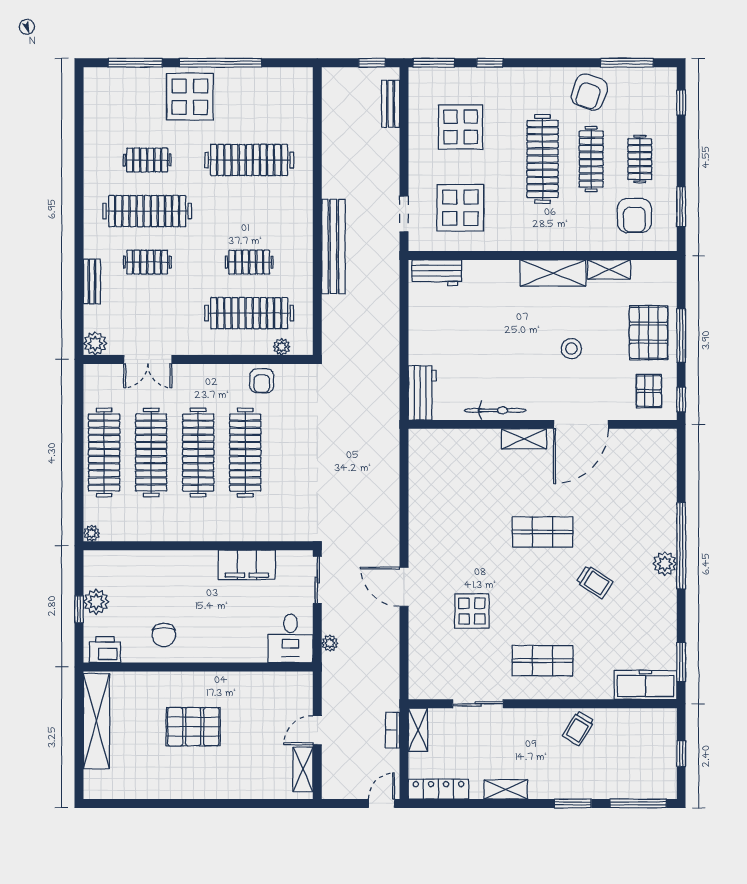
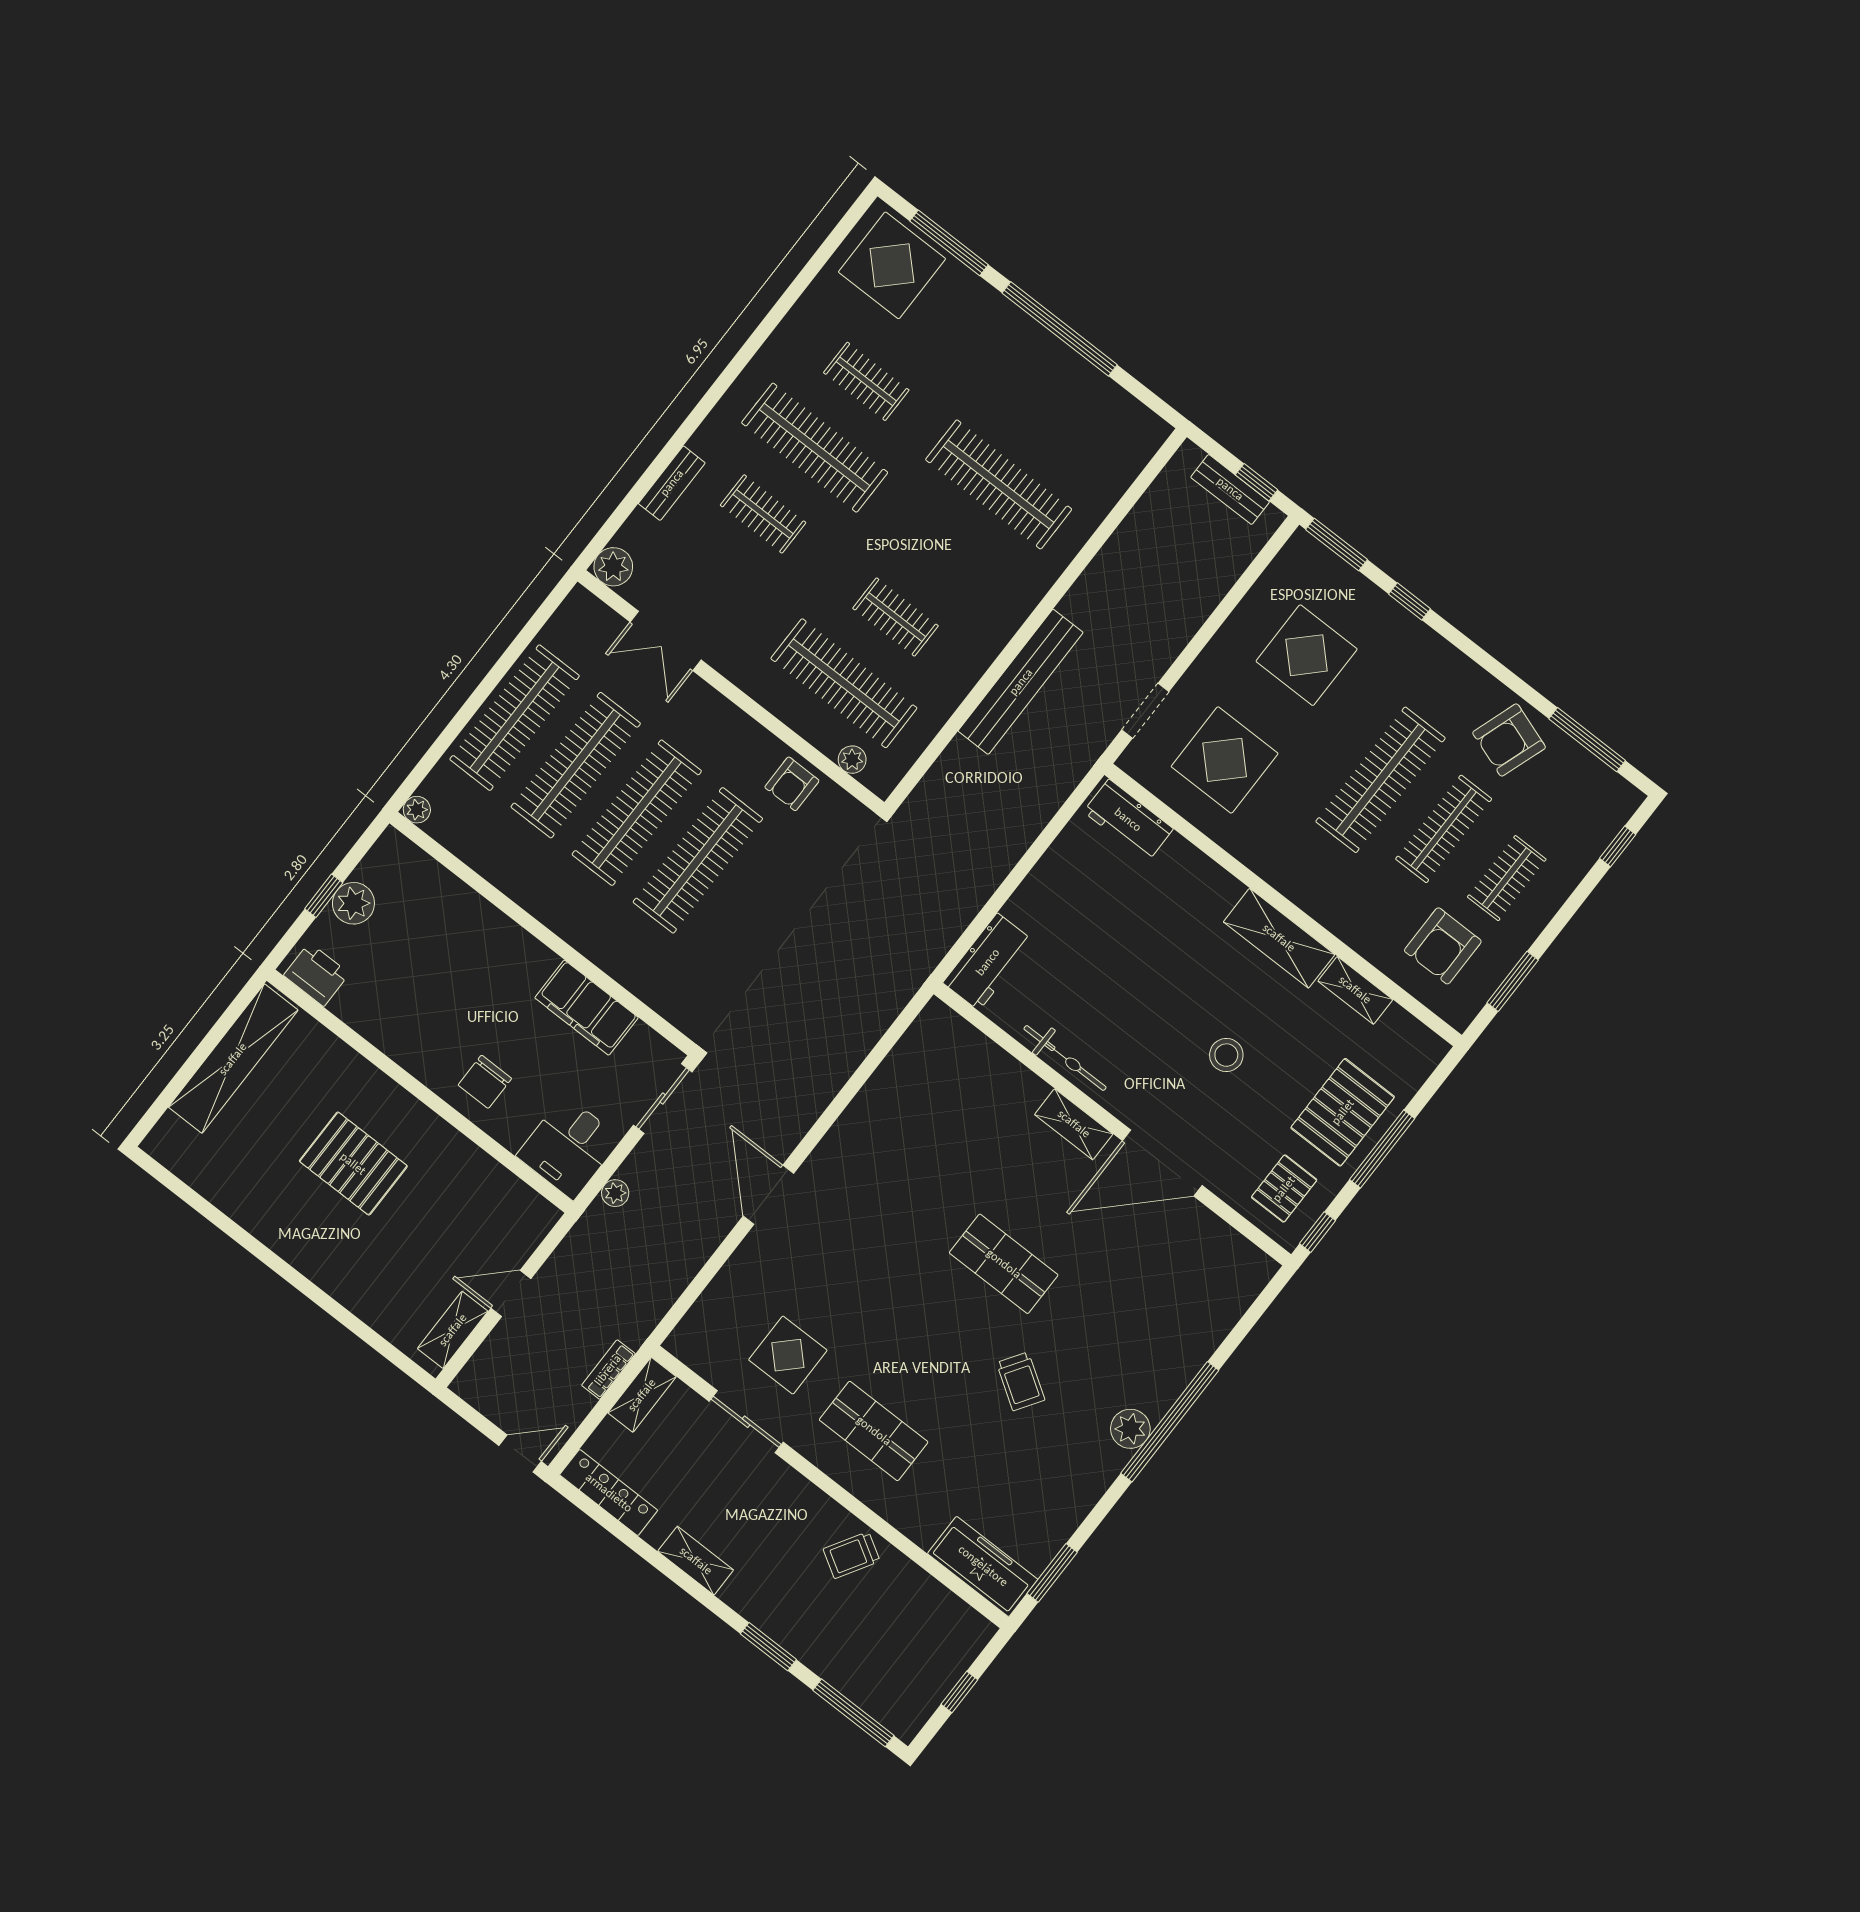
display table: (190, 97) -> (892, 265), moved
bench: (391, 104) -> (1230, 489), moved, turned 90
display table: (472, 611) -> (788, 1355), moved
chair: (164, 635) -> (485, 1082), moved

